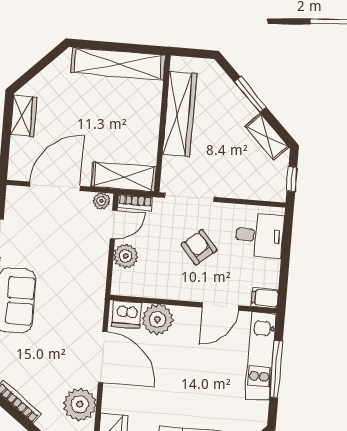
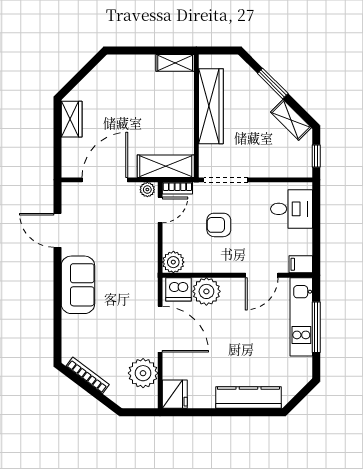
shelving: (118, 64) -> (175, 63), width x0.45, depth x0.75
armchair: (199, 247) -> (219, 225), moved, turned -50
plant: (126, 256) -> (173, 262), moved

